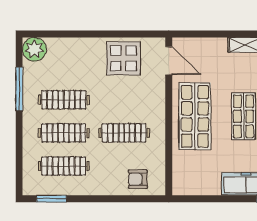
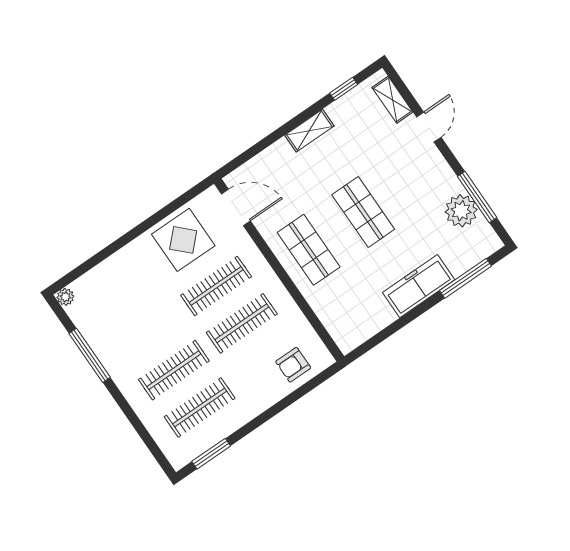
plant: (34, 49) -> (65, 297), width x0.53, depth x0.53
clothes rail: (64, 100) -> (216, 286), moved
shop shelf: (195, 116) -> (309, 250), width x0.70, depth x0.74

